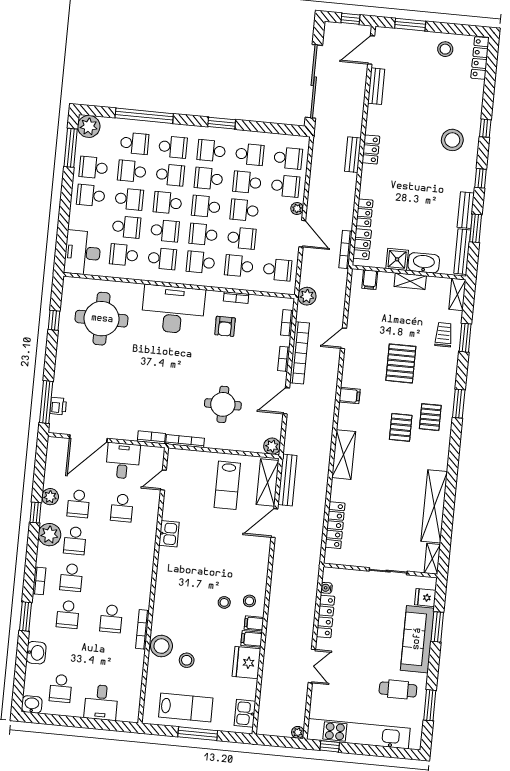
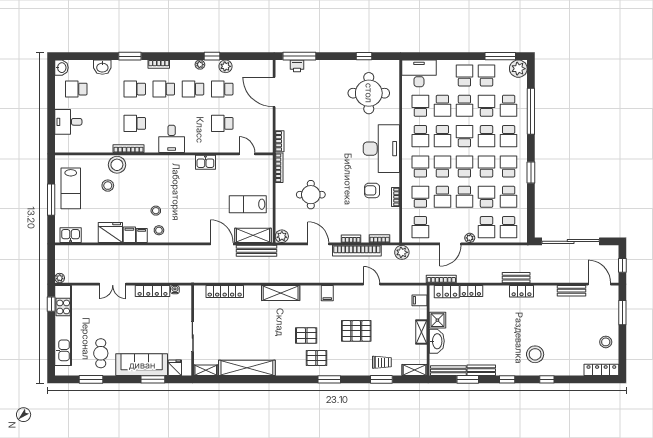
school desk: (244, 210) -> (464, 197), turned 180
desk: (123, 461) -> (172, 139), moved, turned 90
plant: (49, 535) -> (200, 65), width x0.53, depth x0.53

